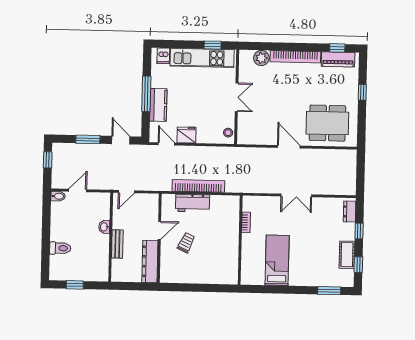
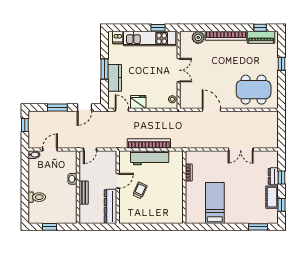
window: (146, 94) -> (105, 69), width x0.69
door: (121, 140) -> (84, 107), swing flipped
door: (289, 147) -> (211, 110), moved
double door: (296, 195) -> (241, 149), moved
workbench: (193, 203) -> (150, 158), width x1.38
dresser: (350, 212) -> (273, 176), moved

